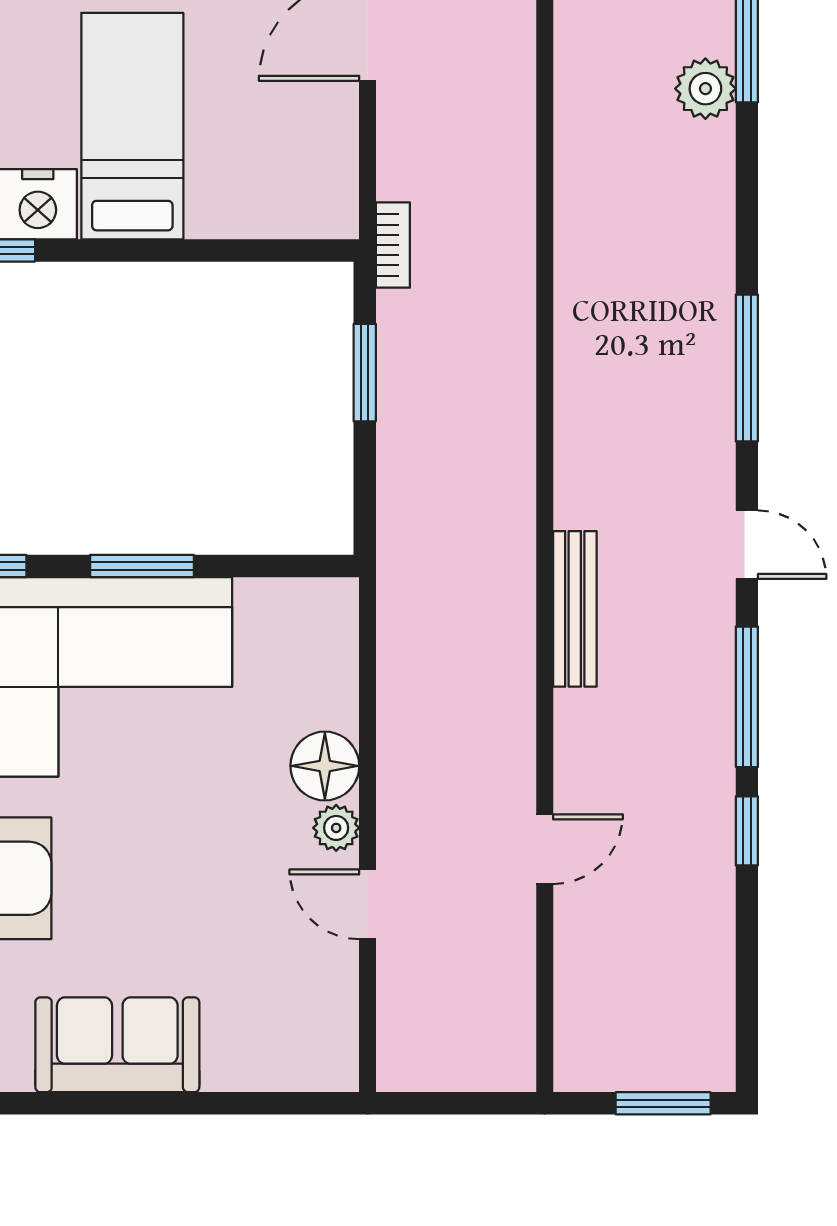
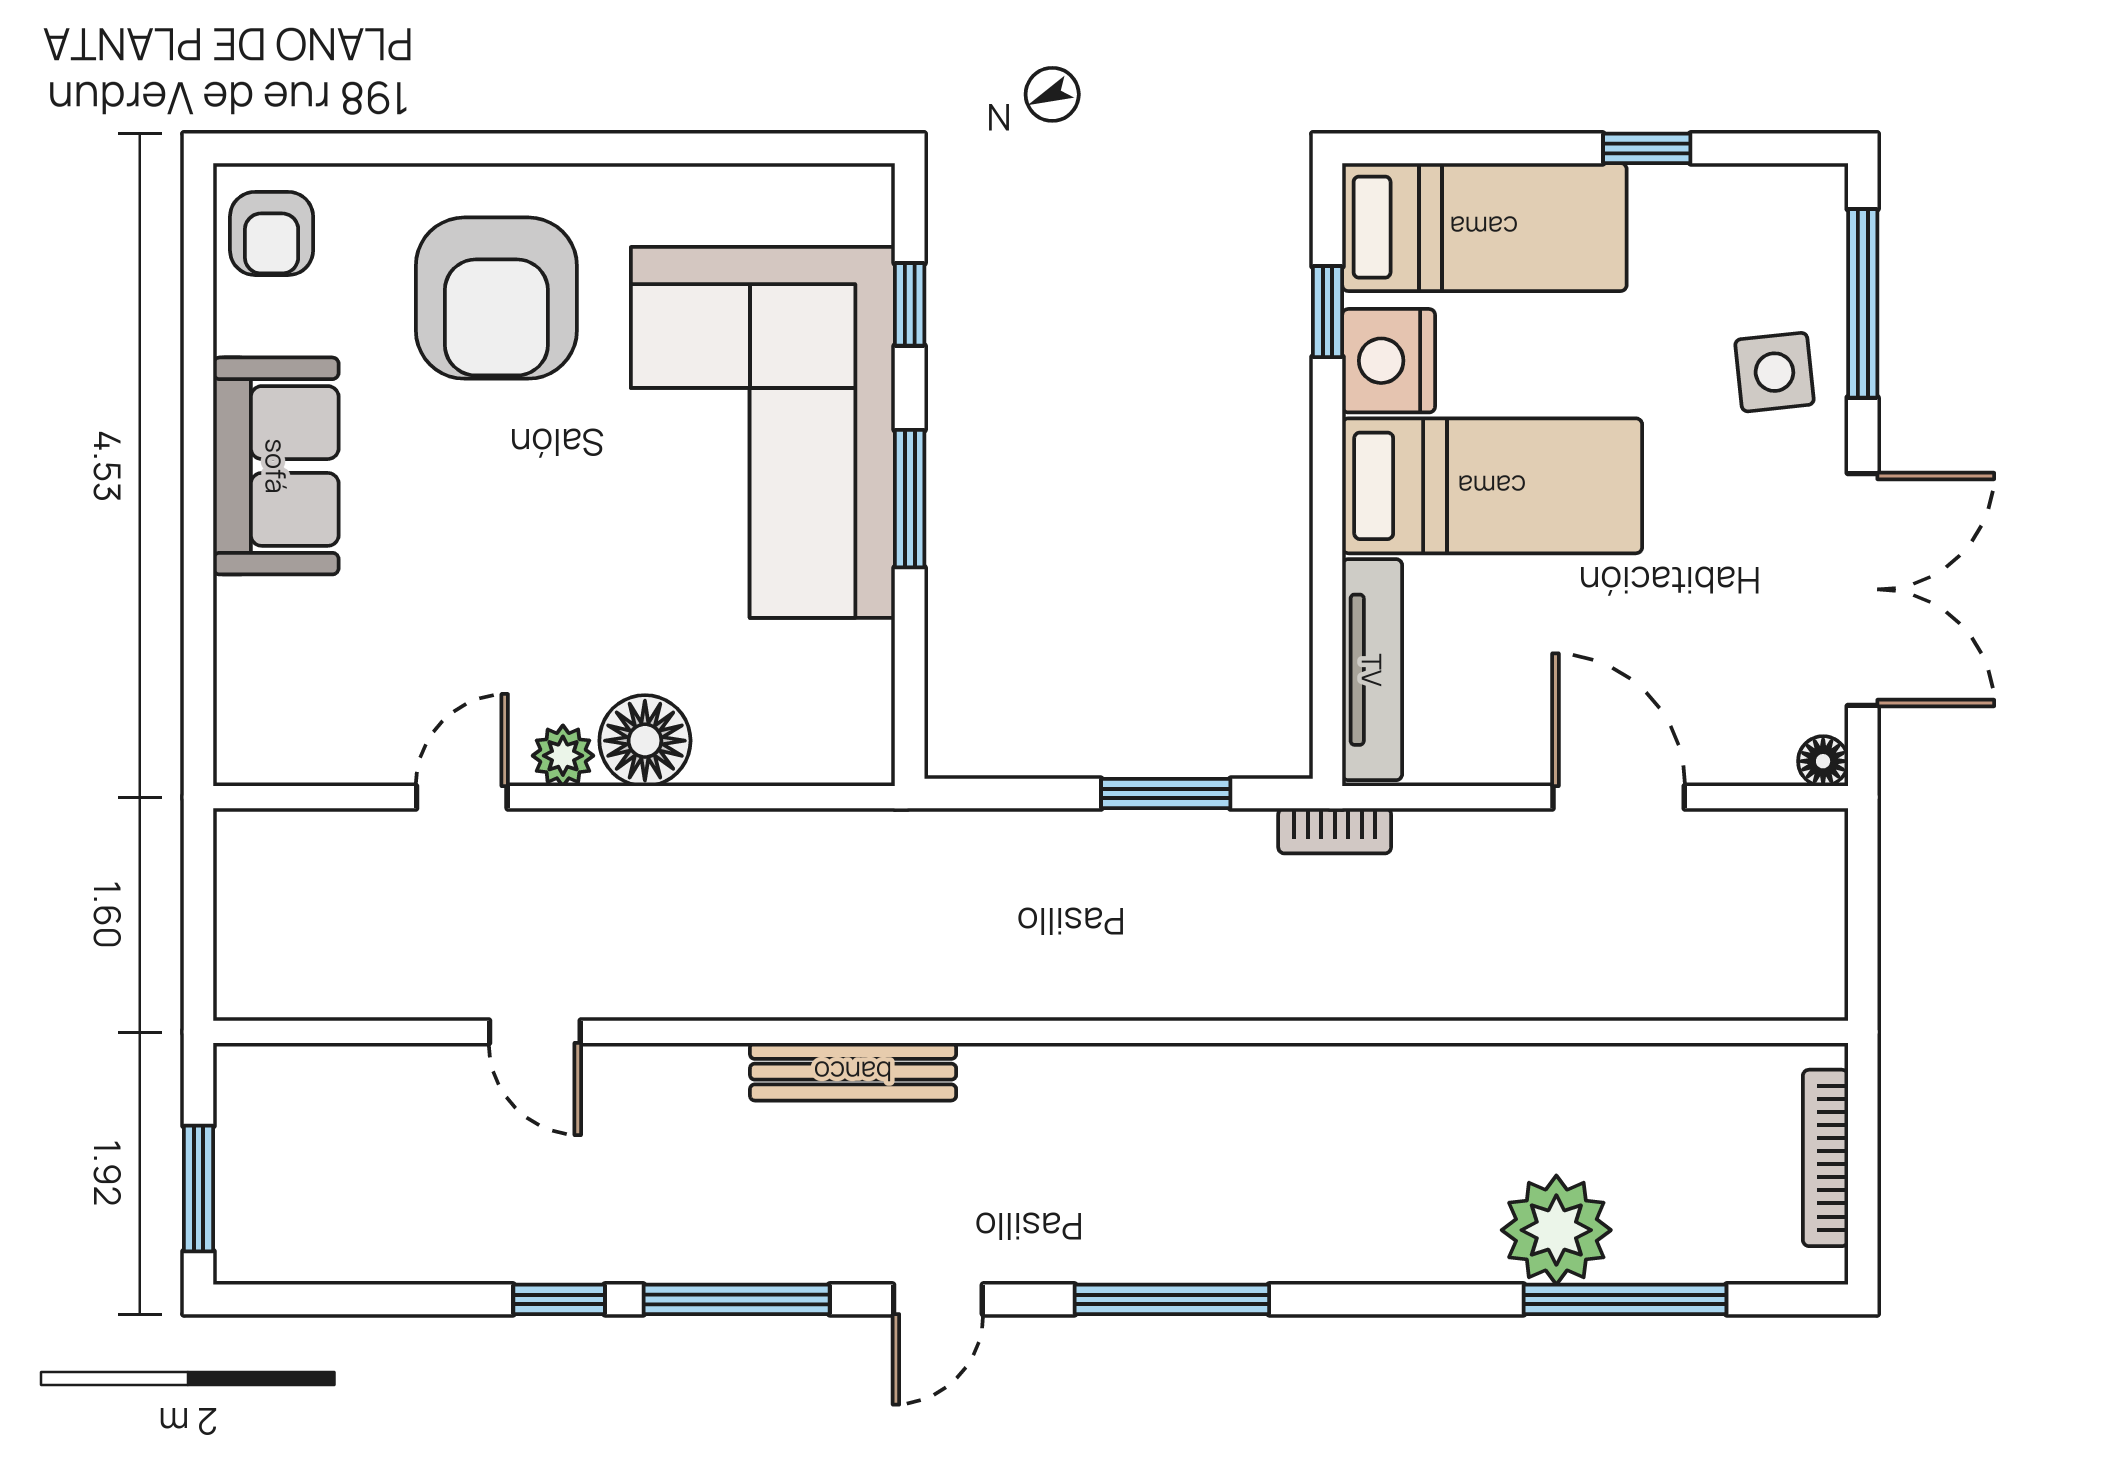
plant: (705, 89) -> (1556, 1230), width x1.36, depth x1.36
tv unit: (271, 217) -> (1372, 670), added

